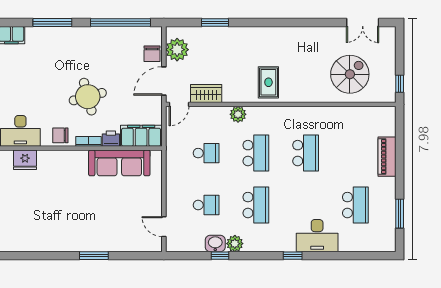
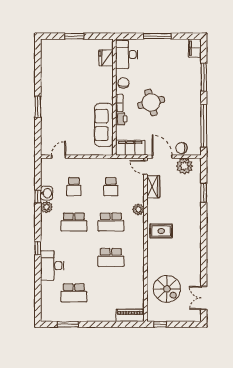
filing cabinet: (141, 136) -> (130, 148), moved, turned -90
piano: (387, 157) -> (130, 315), moved

